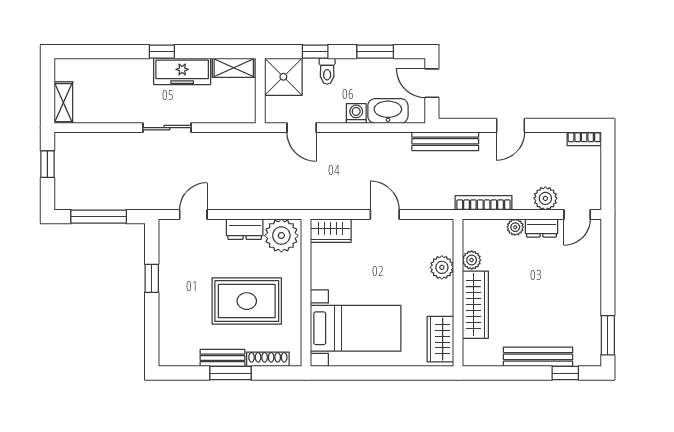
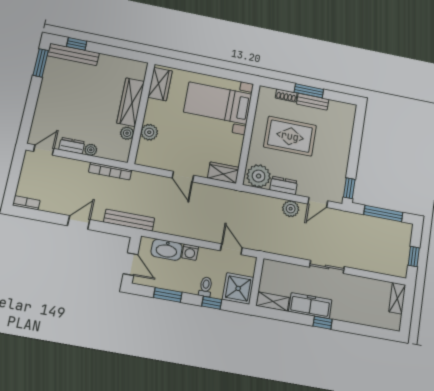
plant: (545, 198) -> (291, 209), moved
window: (152, 278) -> (349, 188), moved
bench: (538, 357) -> (73, 54), moved
shoe rack: (268, 359) -> (286, 95), width x0.70

